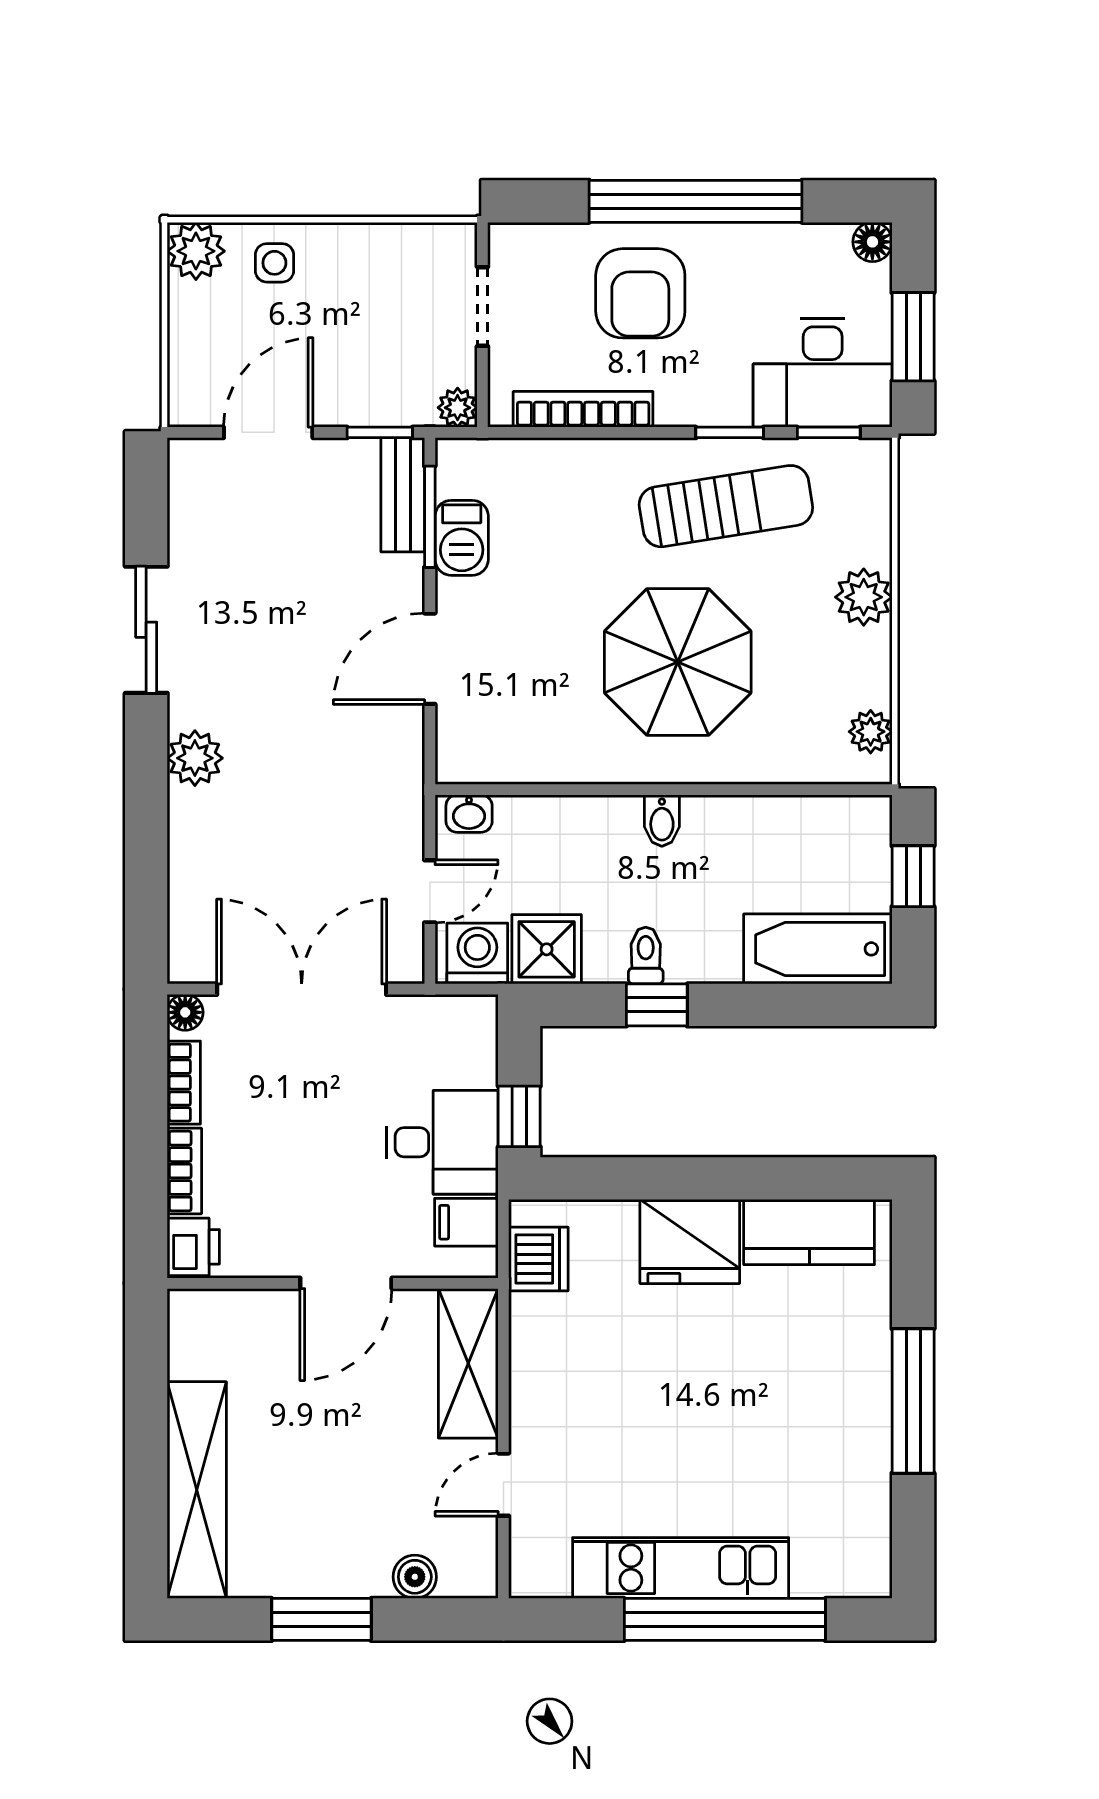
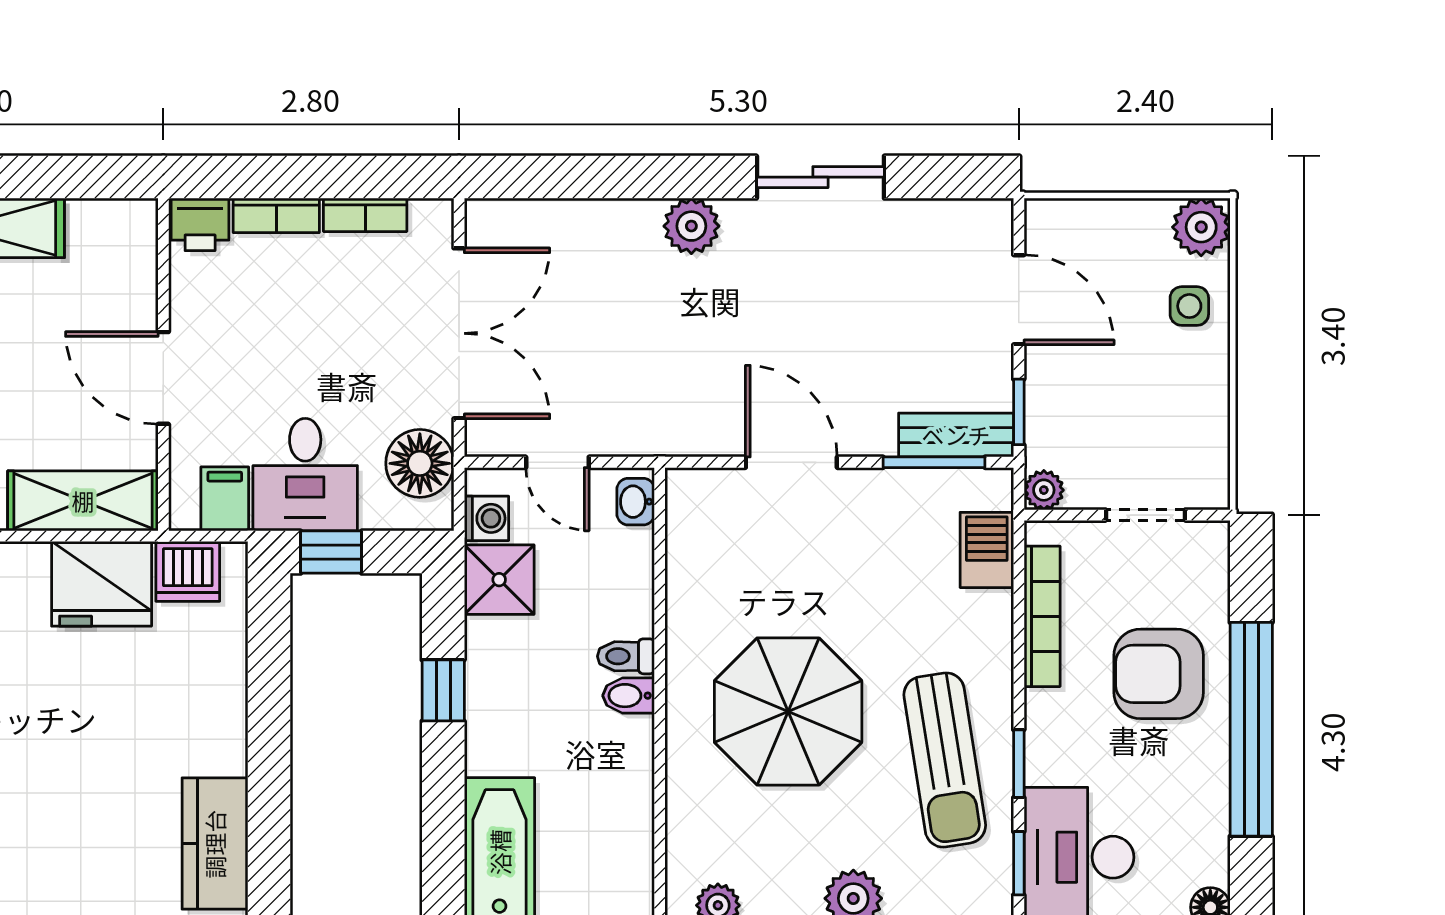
barbecue: (462, 538) -> (987, 550), moved, turned 90
washing machine: (477, 954) -> (487, 518), width x0.73, depth x0.73
toilet: (646, 956) -> (626, 656), moved, turned 180
floor lamp: (185, 1012) -> (420, 463), moved, width x1.89, depth x1.89
fridge: (690, 1241) -> (102, 584), moved, turned -90

